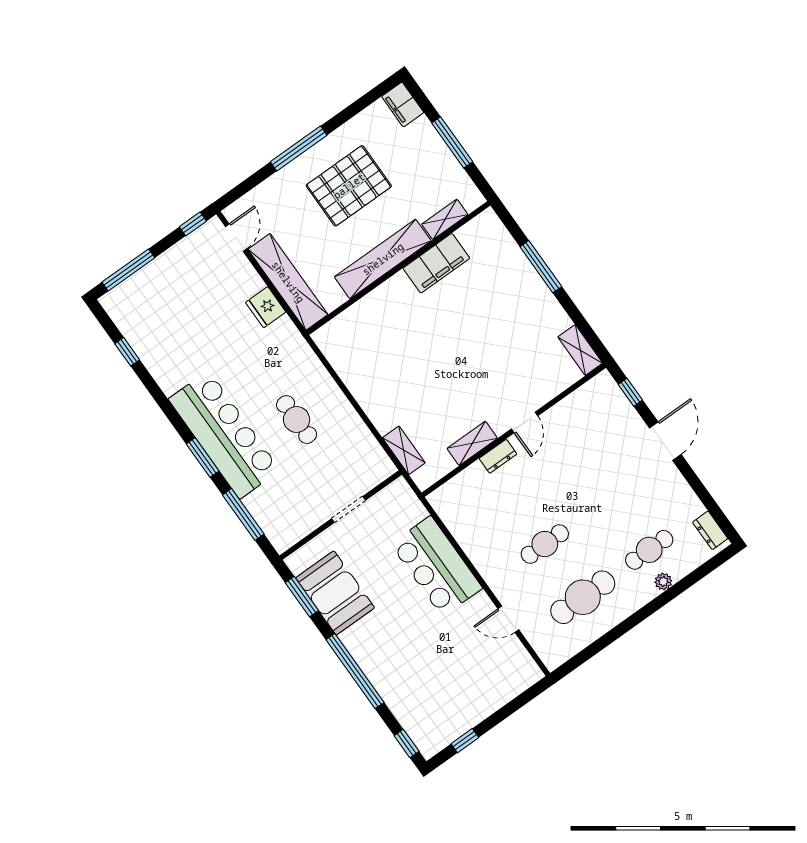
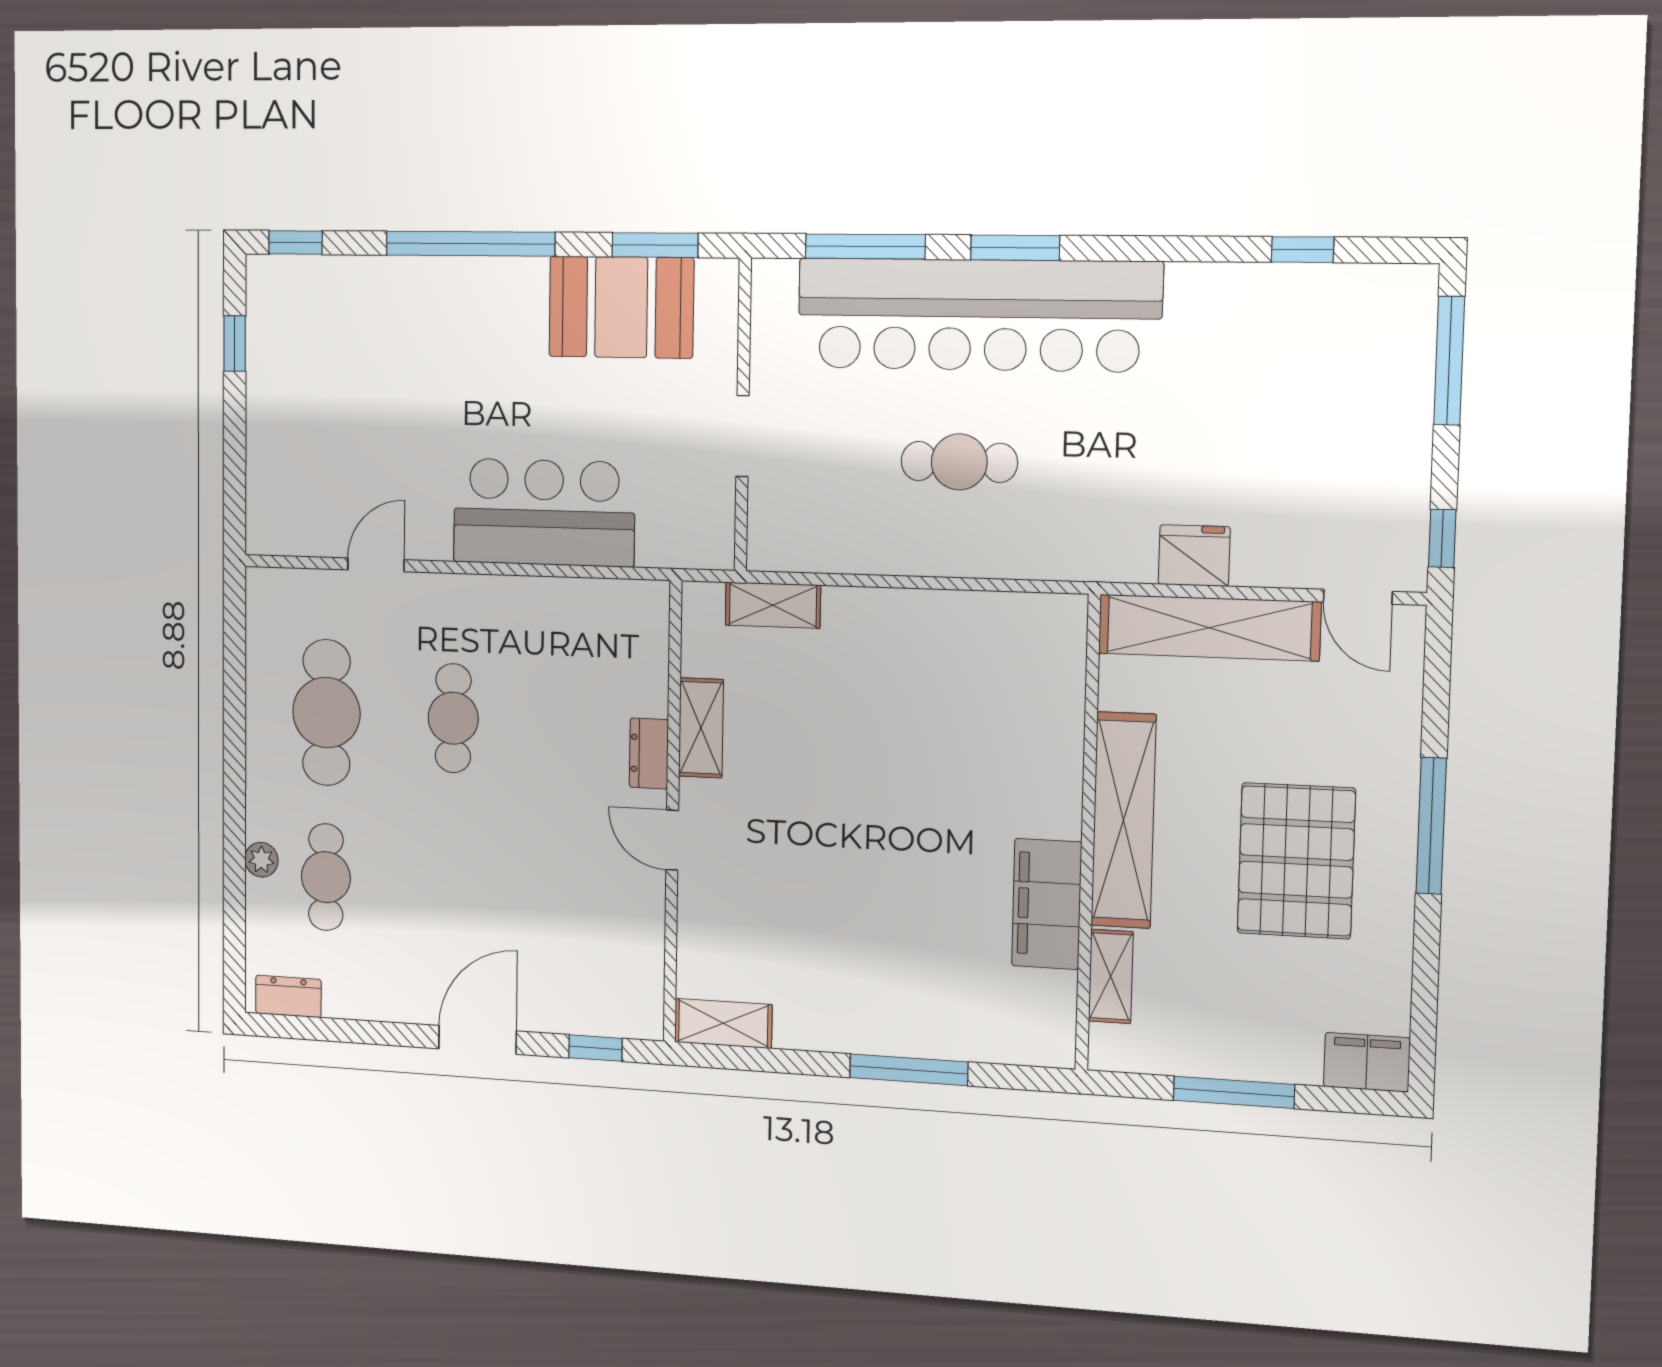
bar counter: (224, 435) -> (978, 315), width x1.36
door: (665, 441) -> (478, 1040), swing flipped

